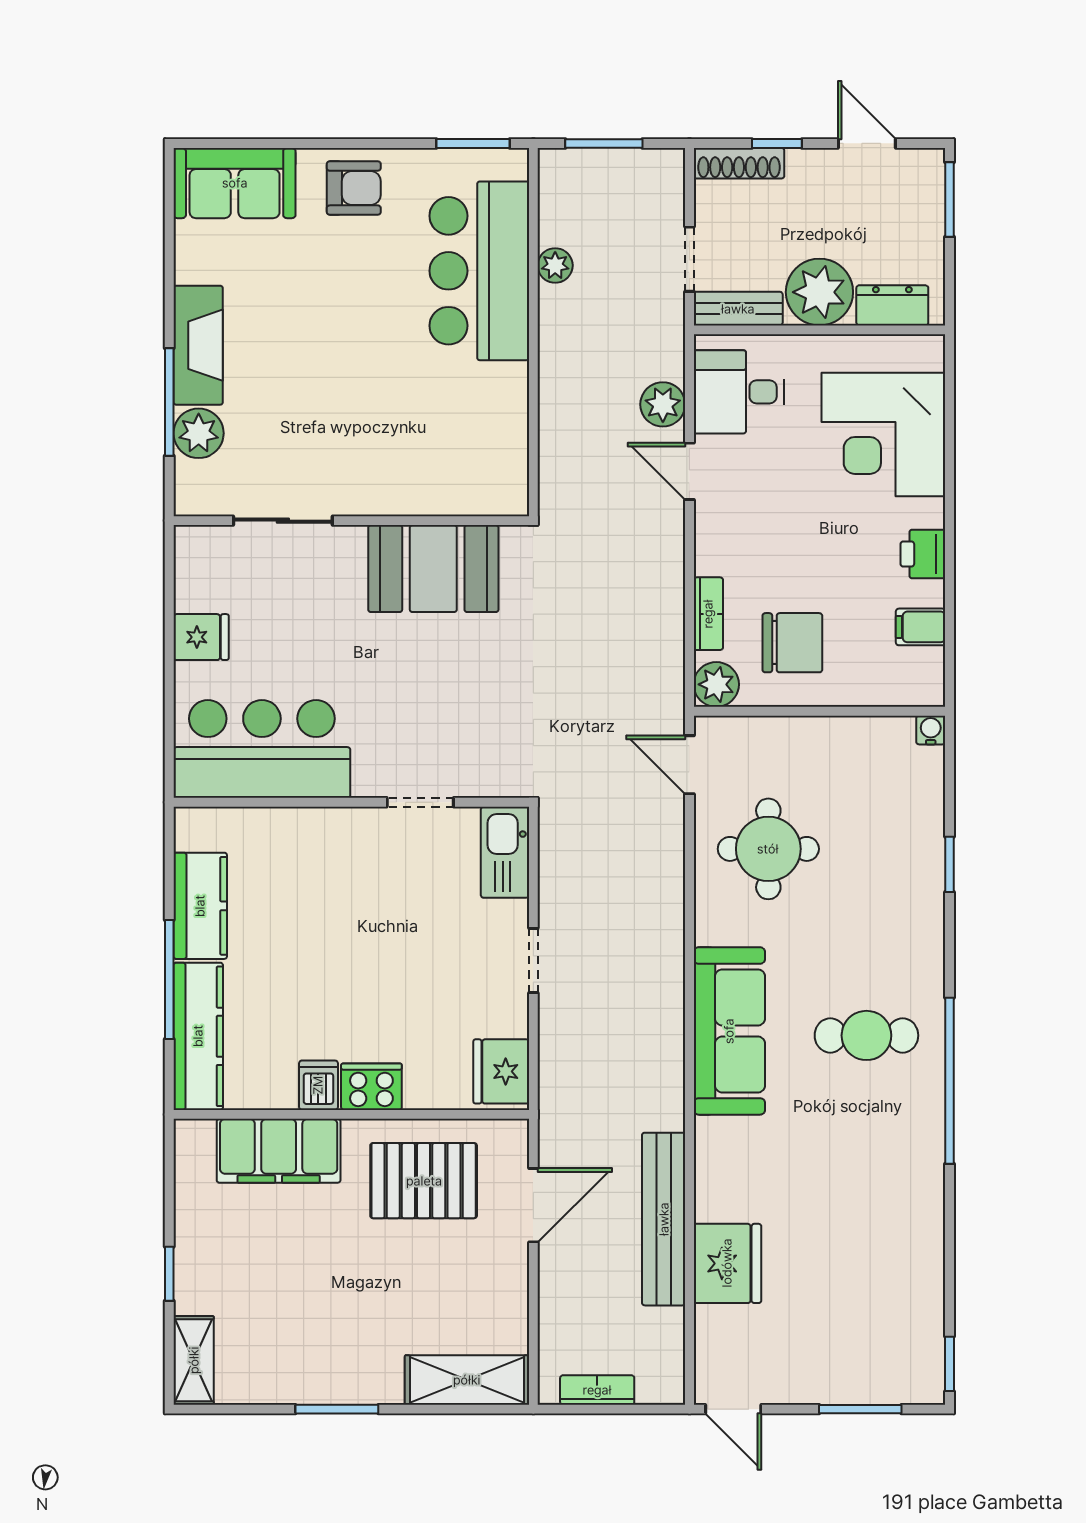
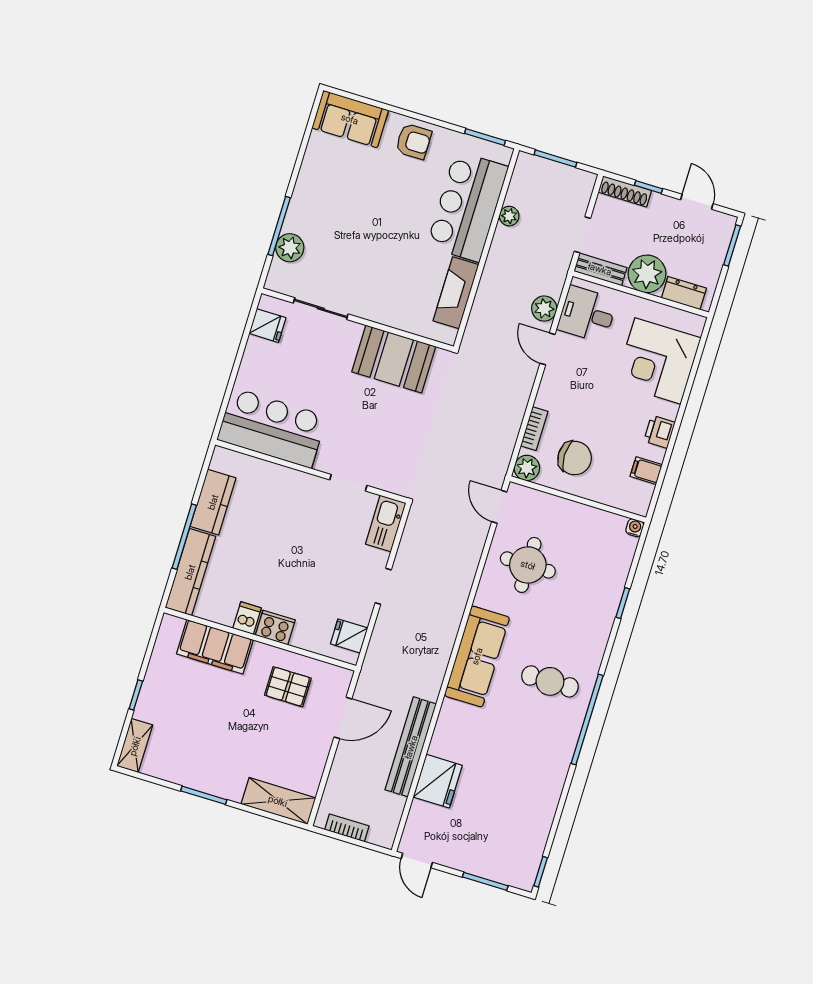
fireplace: (198, 345) -> (456, 293), moved, turned 180
fridge: (201, 637) -> (267, 326), moved
fridge: (501, 1071) -> (349, 636), width x0.72
pallet: (424, 1181) -> (288, 687), width x0.67, depth x0.71

